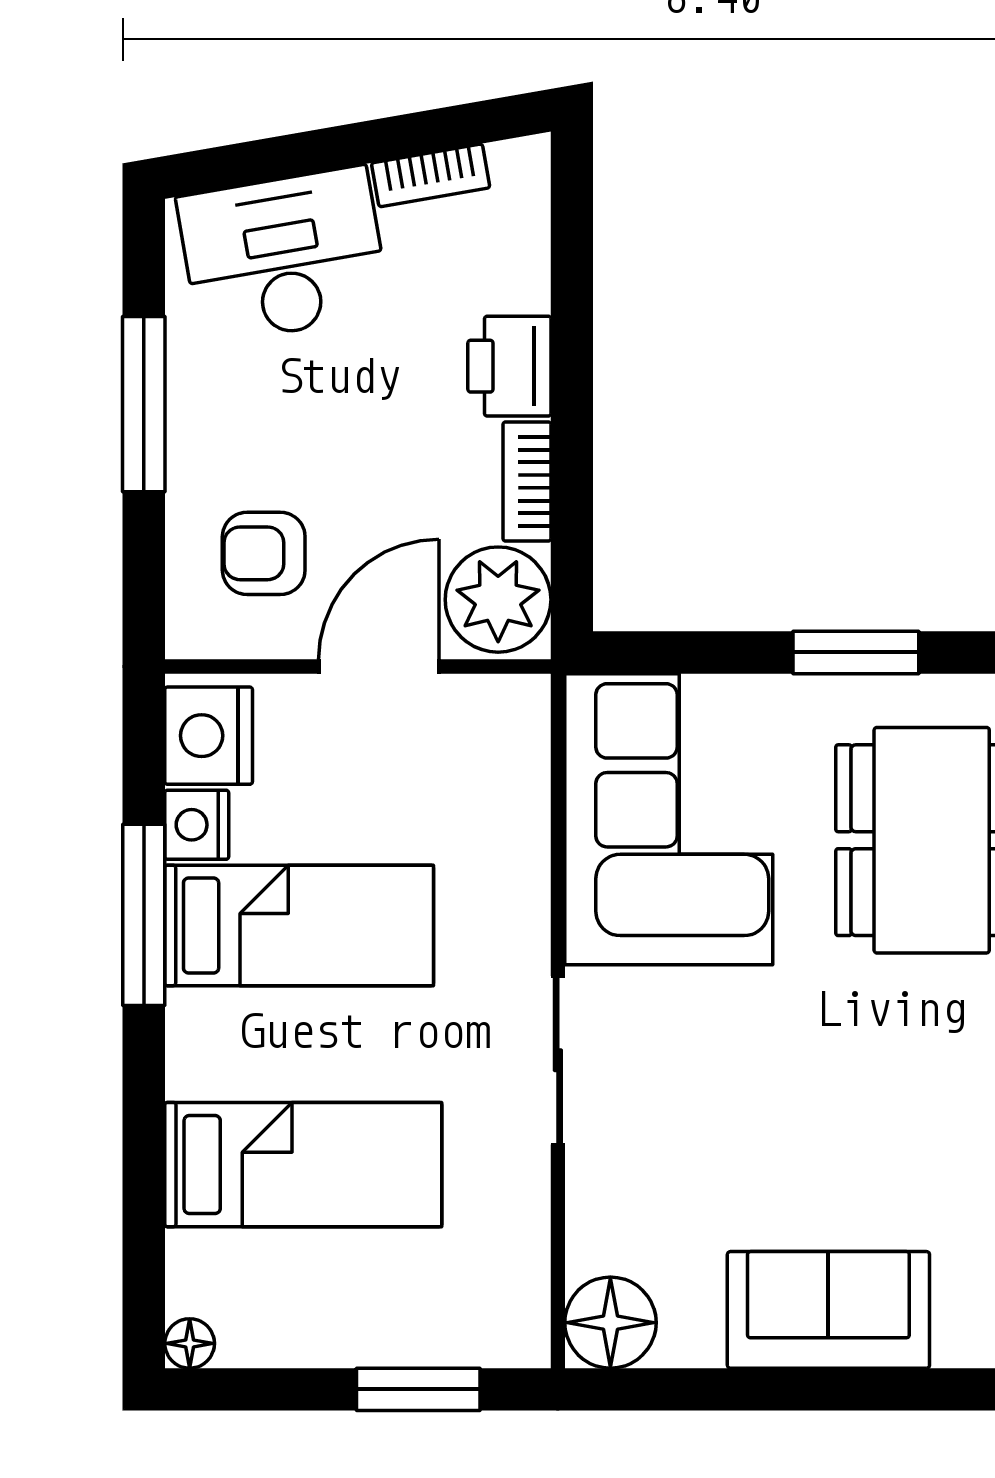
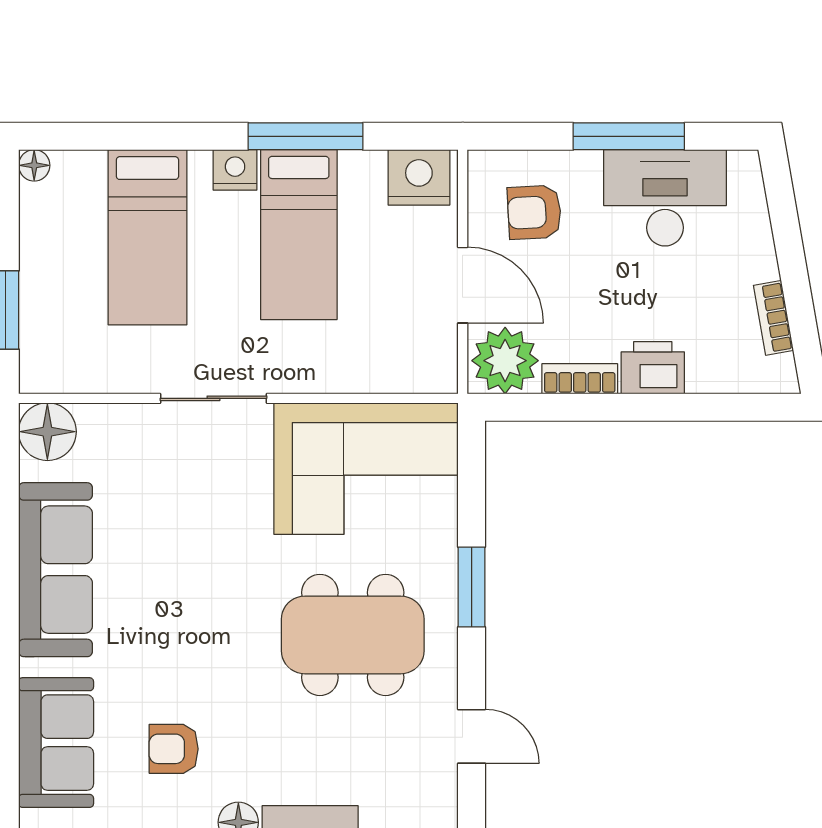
desk: (284, 255) -> (665, 198), moved, turned -80
armchair: (264, 553) -> (534, 212), turned -93
nightstand: (197, 825) -> (235, 170), moved
sofa: (828, 1310) -> (56, 570), width x1.36

